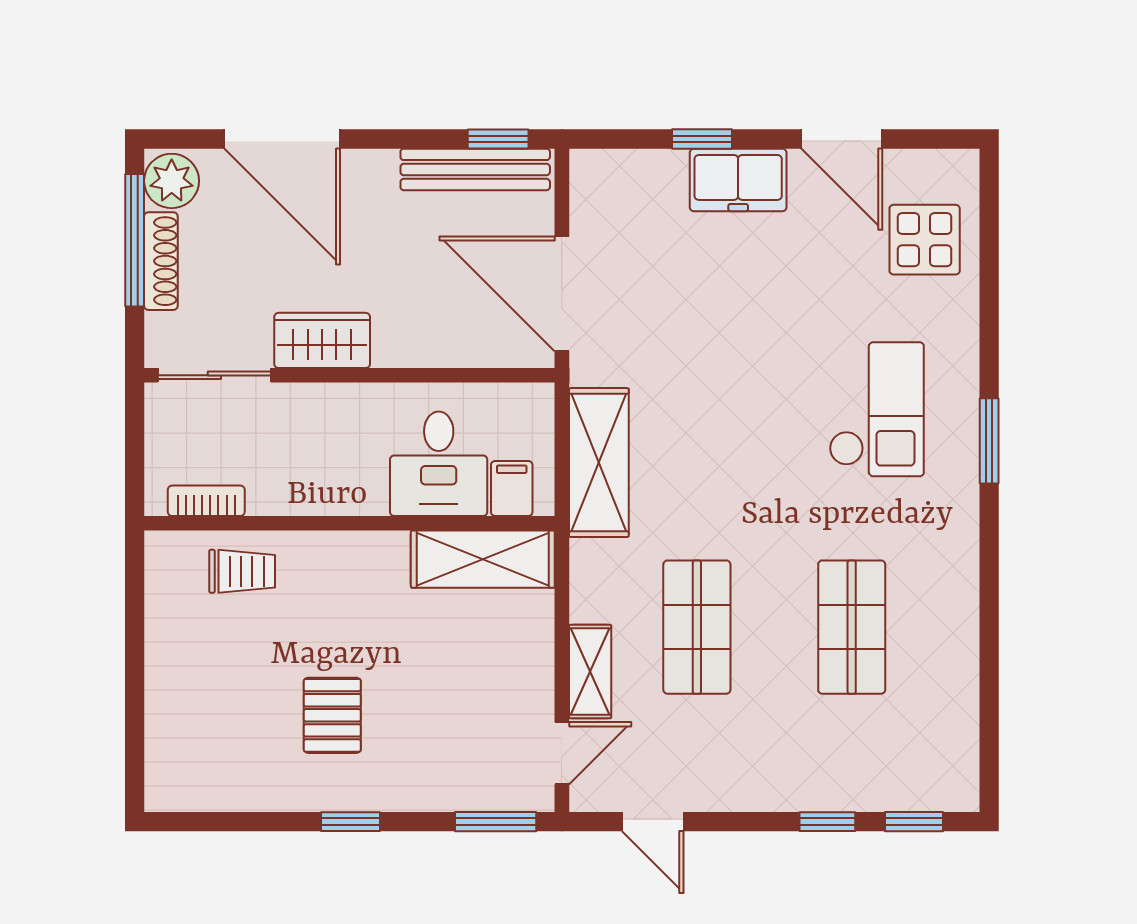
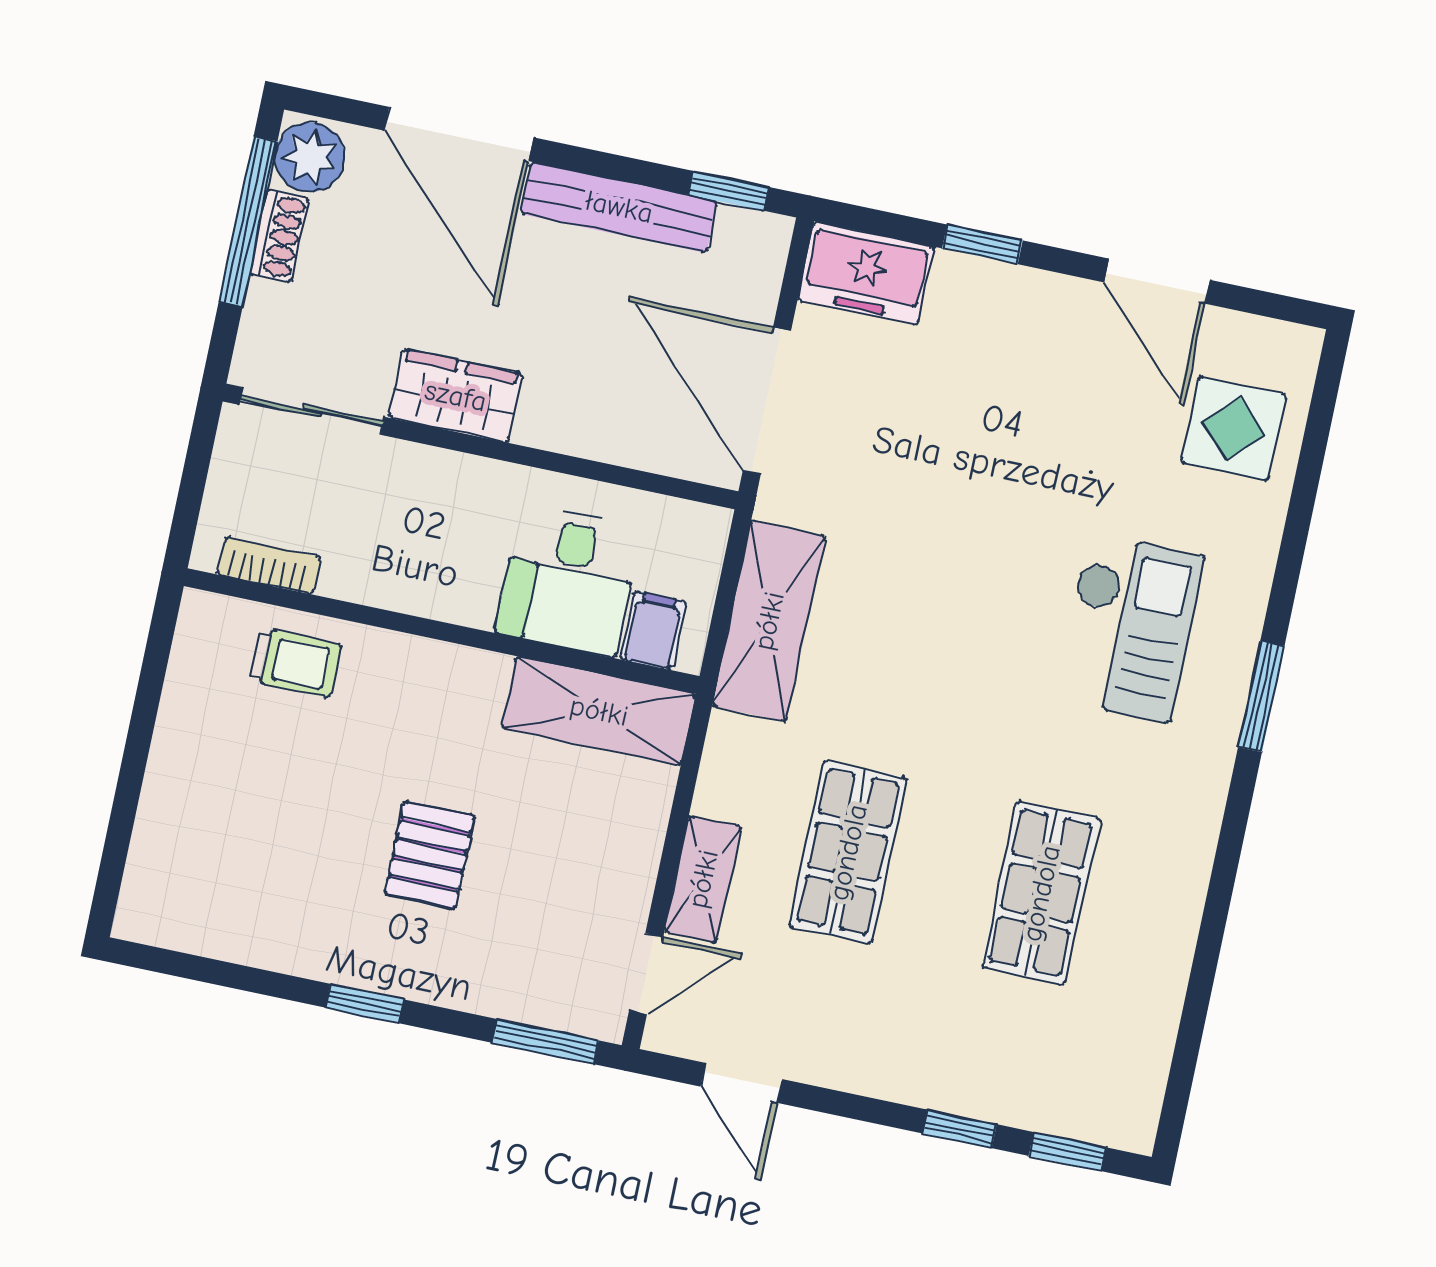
bench: (475, 169) -> (619, 207), moved
freezer: (738, 180) -> (866, 273), moved
shoe rack: (161, 261) -> (279, 236), width x0.70
pallet: (332, 715) -> (430, 855), moved

